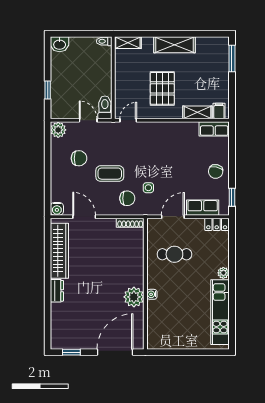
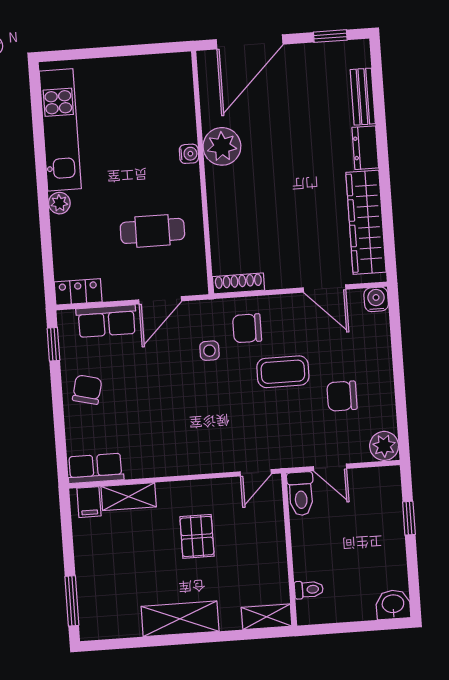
toilet: (104, 41) -> (309, 590), moved
pallet: (162, 88) -> (197, 536), width x0.67, depth x0.71
bench: (56, 318) -> (363, 97), added

